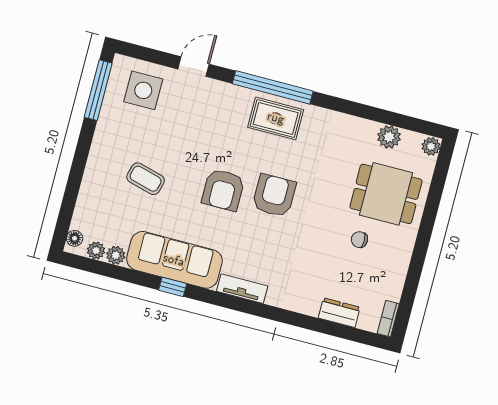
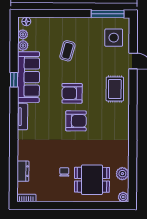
window: (273, 87) -> (133, 106), removed
rug: (276, 118) -> (115, 89), moved
dining table: (386, 194) -> (92, 180), turned 90

